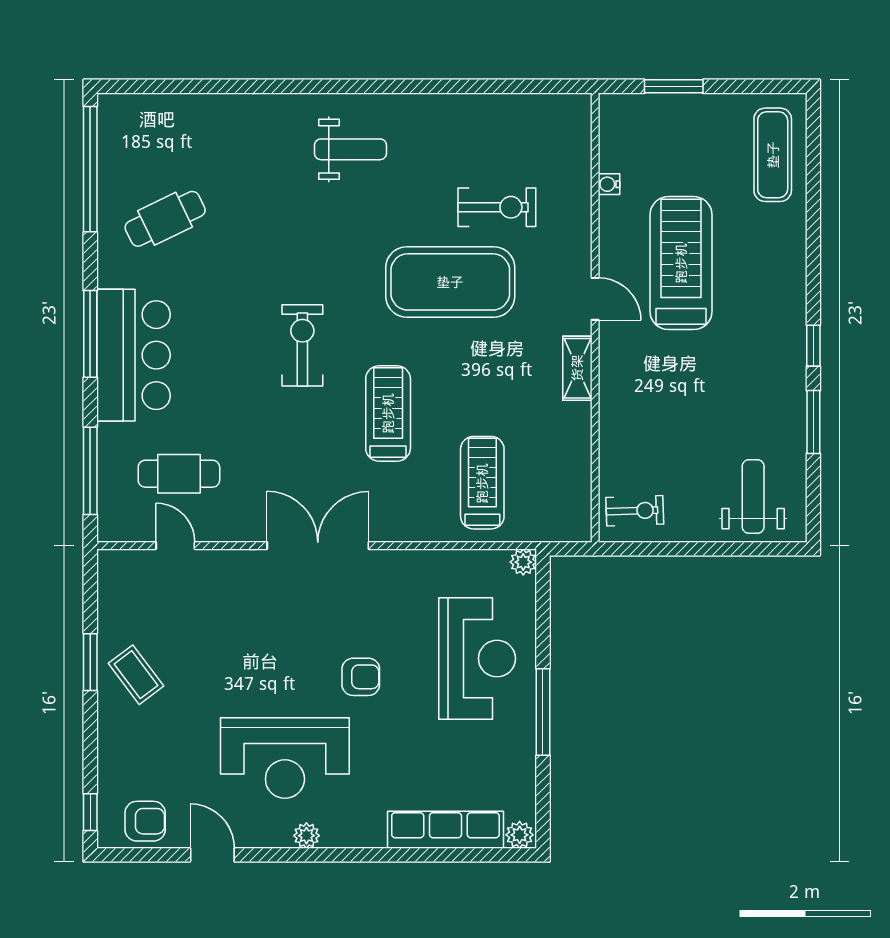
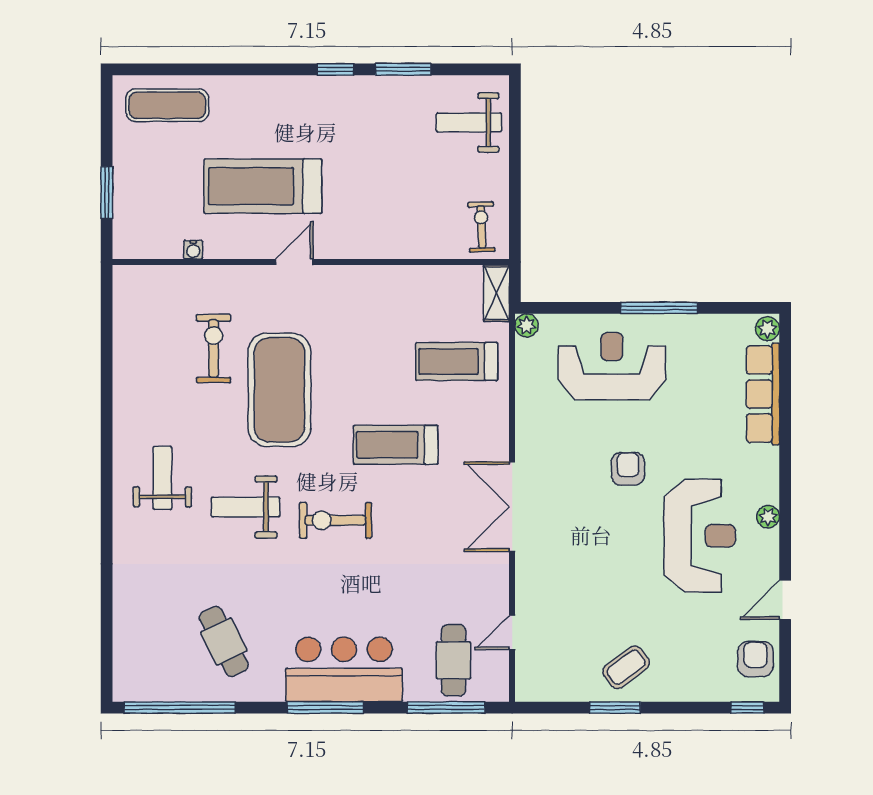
weight bench: (317, 244) -> (246, 507), added
shelving: (577, 368) -> (496, 293), moved, turned 90
cafe table: (179, 474) -> (453, 660), moved

